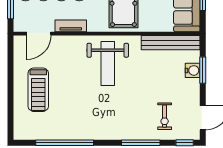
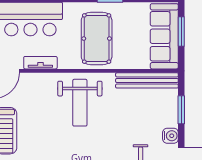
water cooler: (193, 70) -> (170, 136), moved

